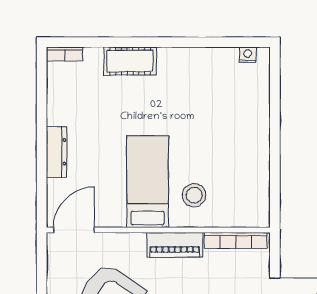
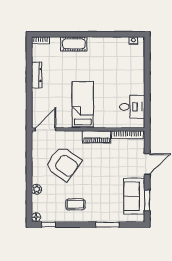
dresser: (57, 152) -> (37, 75), moved
desk: (245, 185) -> (132, 107), added
stool: (194, 195) -> (106, 112), removed

